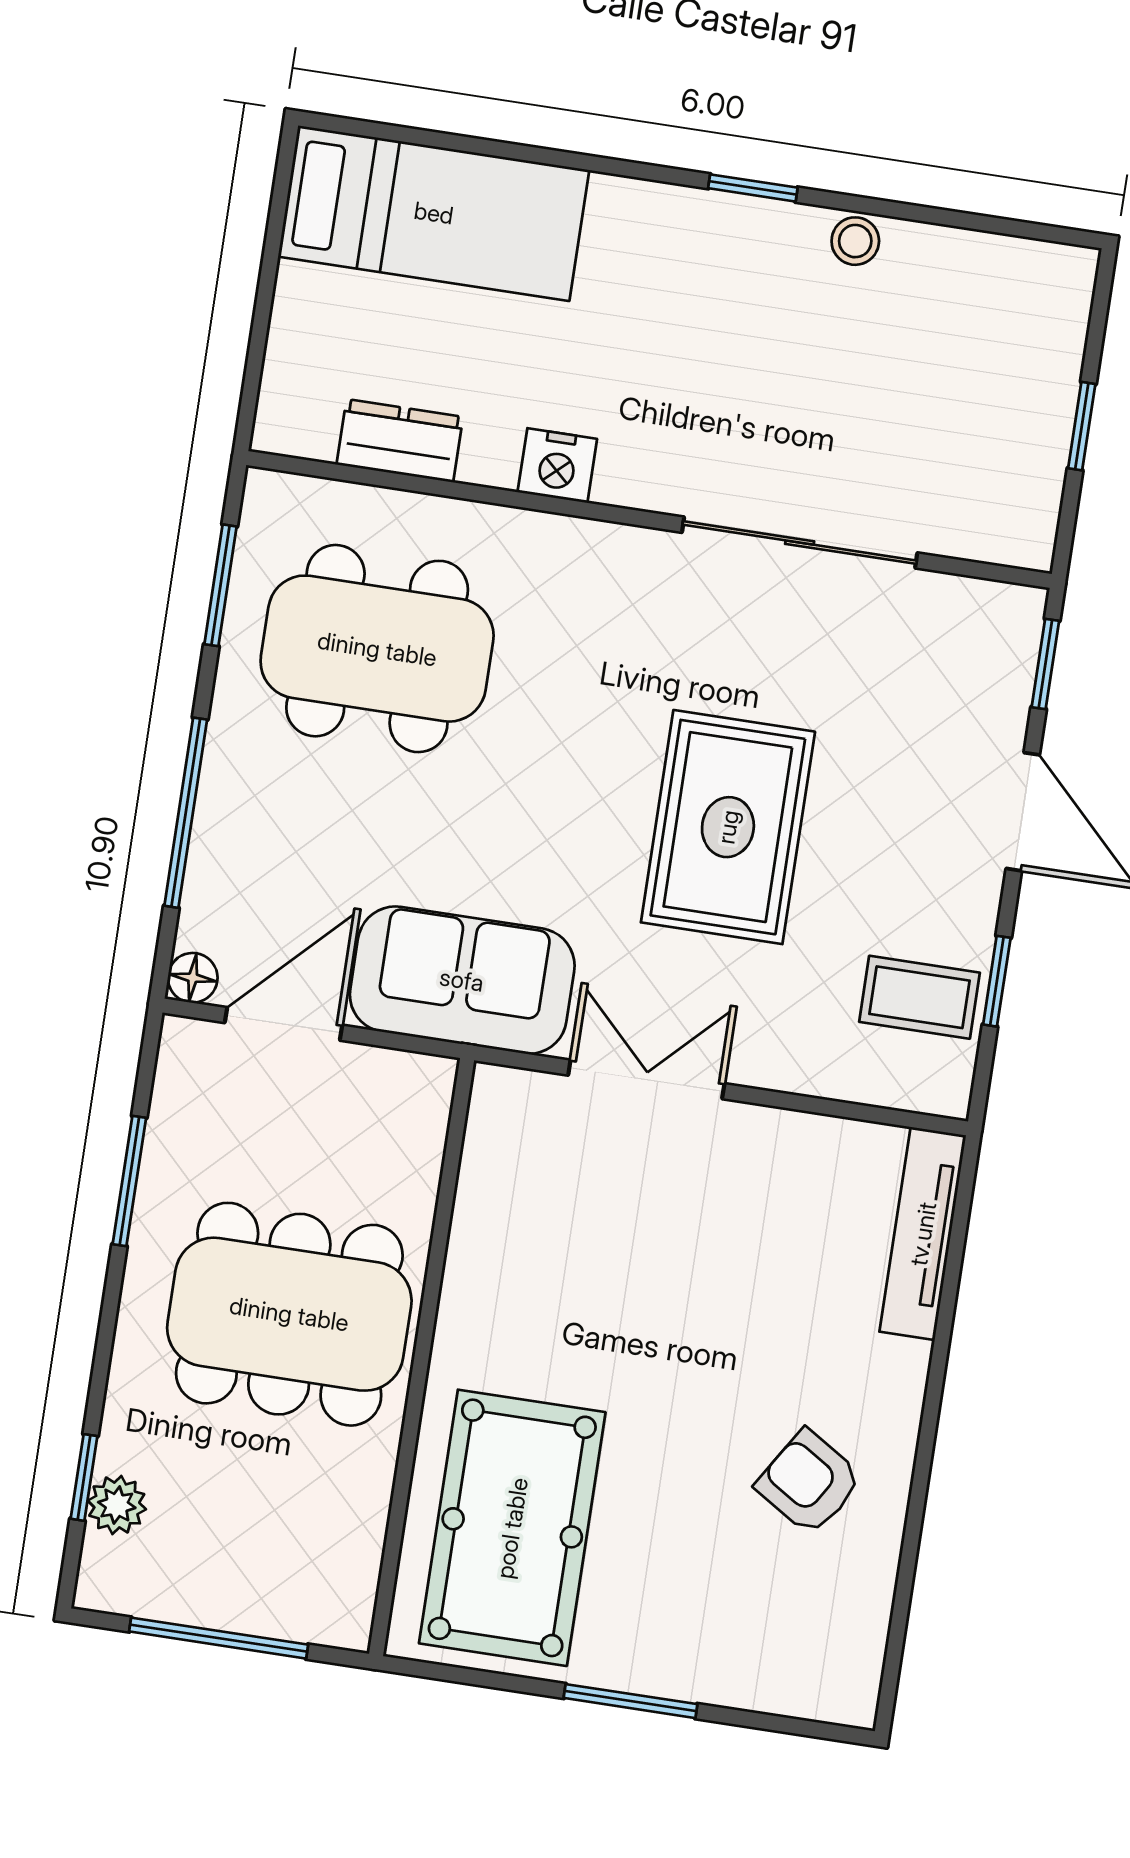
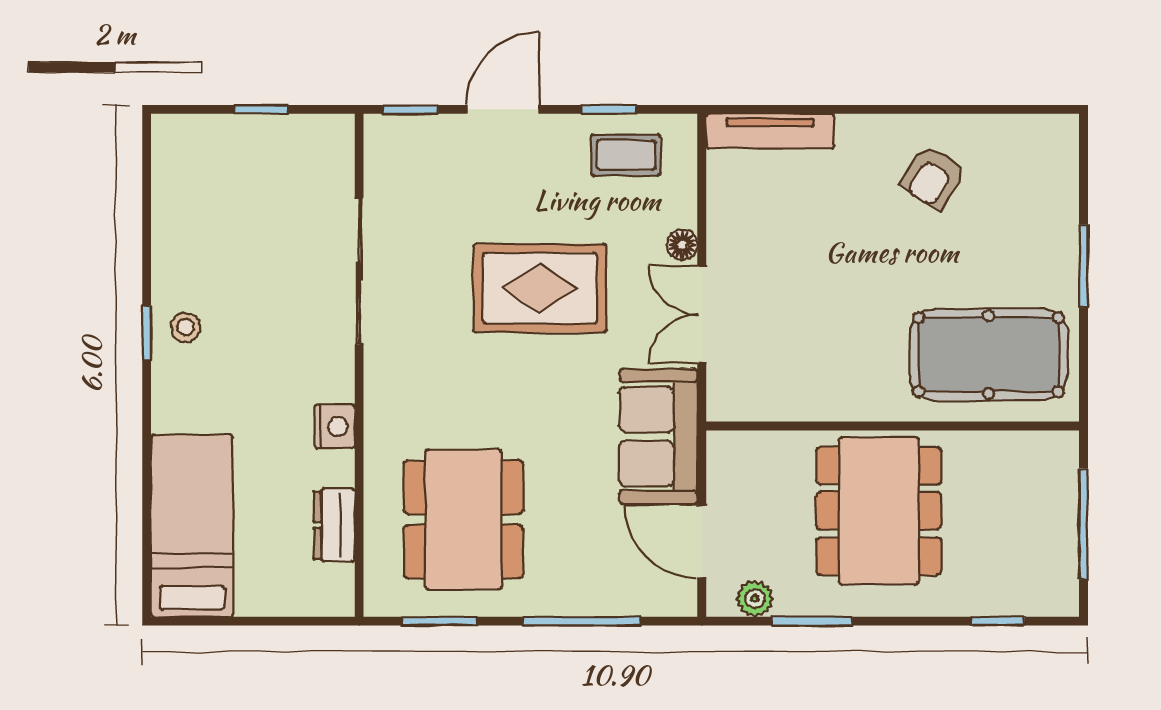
stool: (855, 241) -> (185, 327), moved
floor lamp: (193, 978) -> (682, 245), moved
coffee table: (920, 997) -> (626, 155), turned 90
plant: (117, 1505) -> (755, 598), moved

